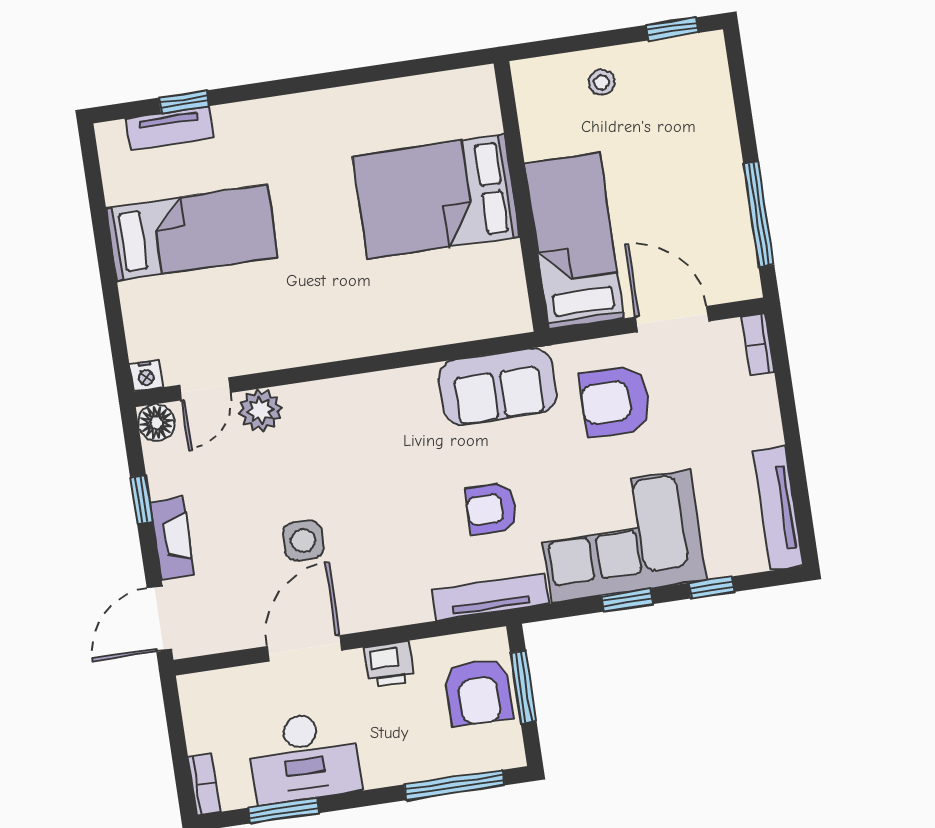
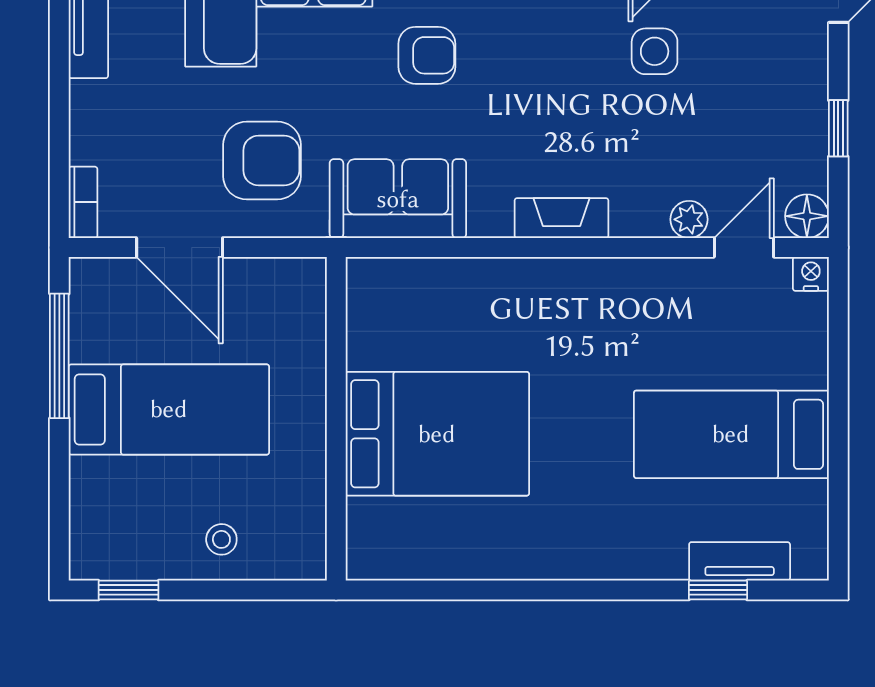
bed: (574, 241) -> (169, 409), moved, turned -90
plant: (260, 410) -> (689, 219), width x0.73, depth x0.73
fireplace: (172, 538) -> (562, 218), moved, turned 90

